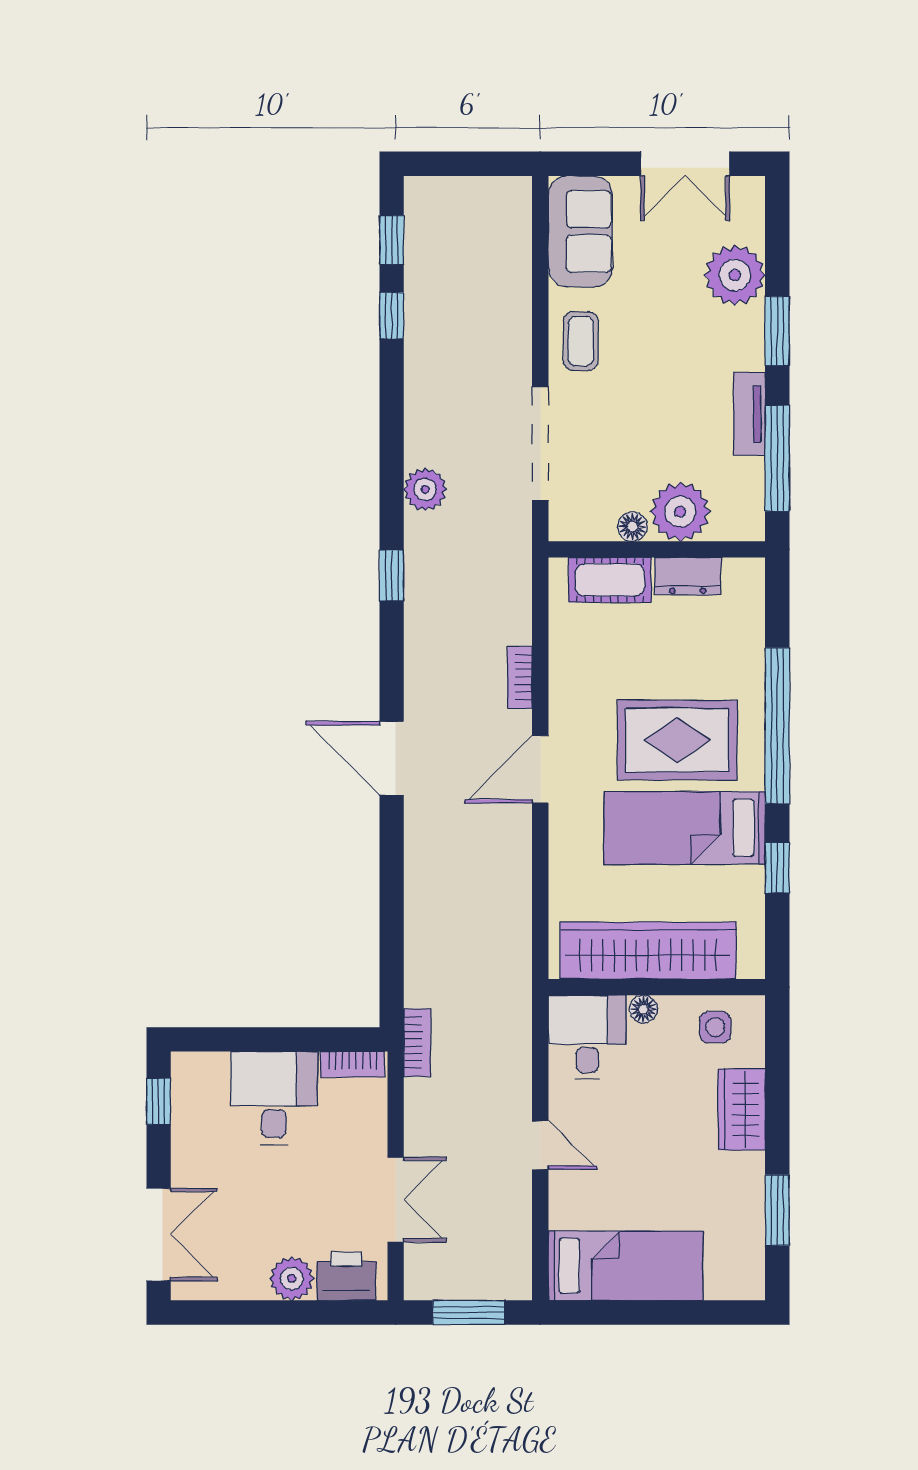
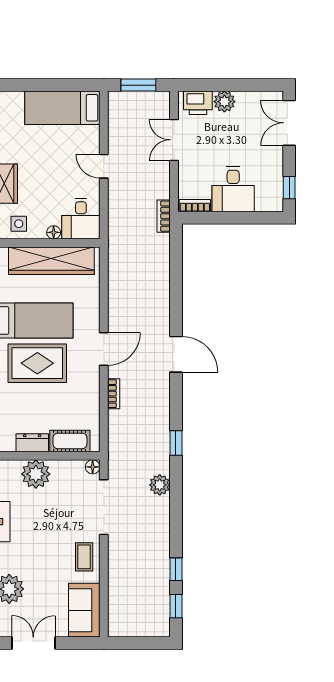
floor lamp: (632, 527) -> (93, 467), moved

